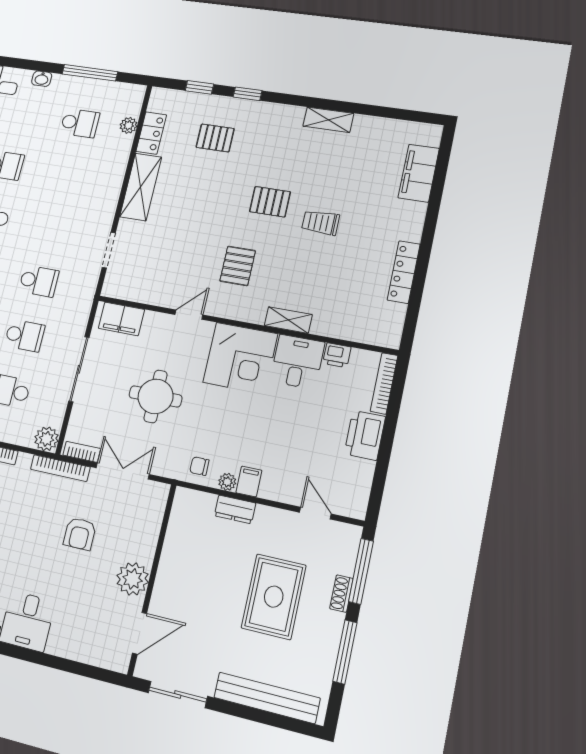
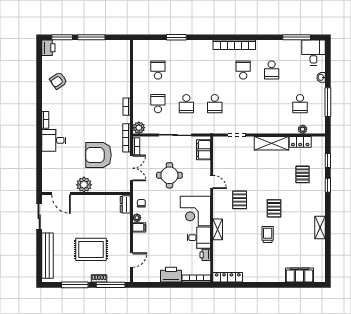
pallet: (238, 266) -> (240, 200), turned 90
locker: (404, 272) -> (228, 277), moved
dresser: (235, 509) -> (125, 204), moved
armchair: (80, 534) -> (98, 155), width x1.88, depth x1.88

